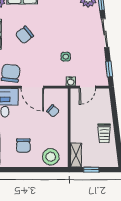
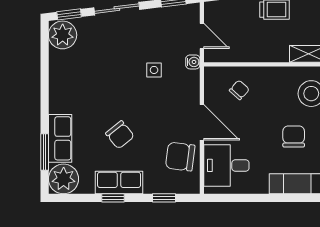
door: (32, 87) -> (202, 122), hinge flipped
chair: (23, 146) -> (294, 137), turned -90

